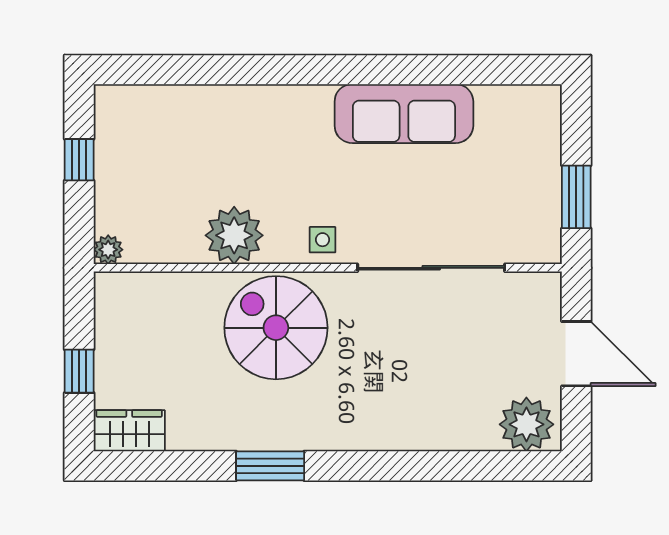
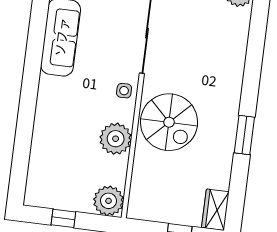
plant: (108, 250) -> (109, 201), width x1.88, depth x1.88
spiral stairs: (276, 328) -> (169, 122), turned -90

